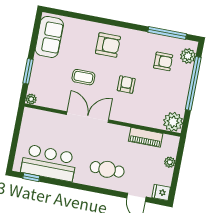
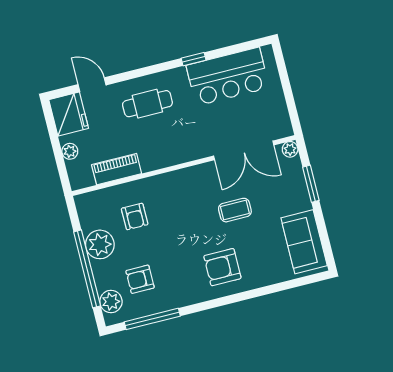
armchair: (126, 85) -> (135, 216), moved
double door: (88, 117) -> (244, 150), moved
plant: (173, 122) -> (100, 244), moved
window: (31, 177) -> (194, 59), moved
fridge: (161, 192) -> (69, 114), width x1.88, depth x1.34

